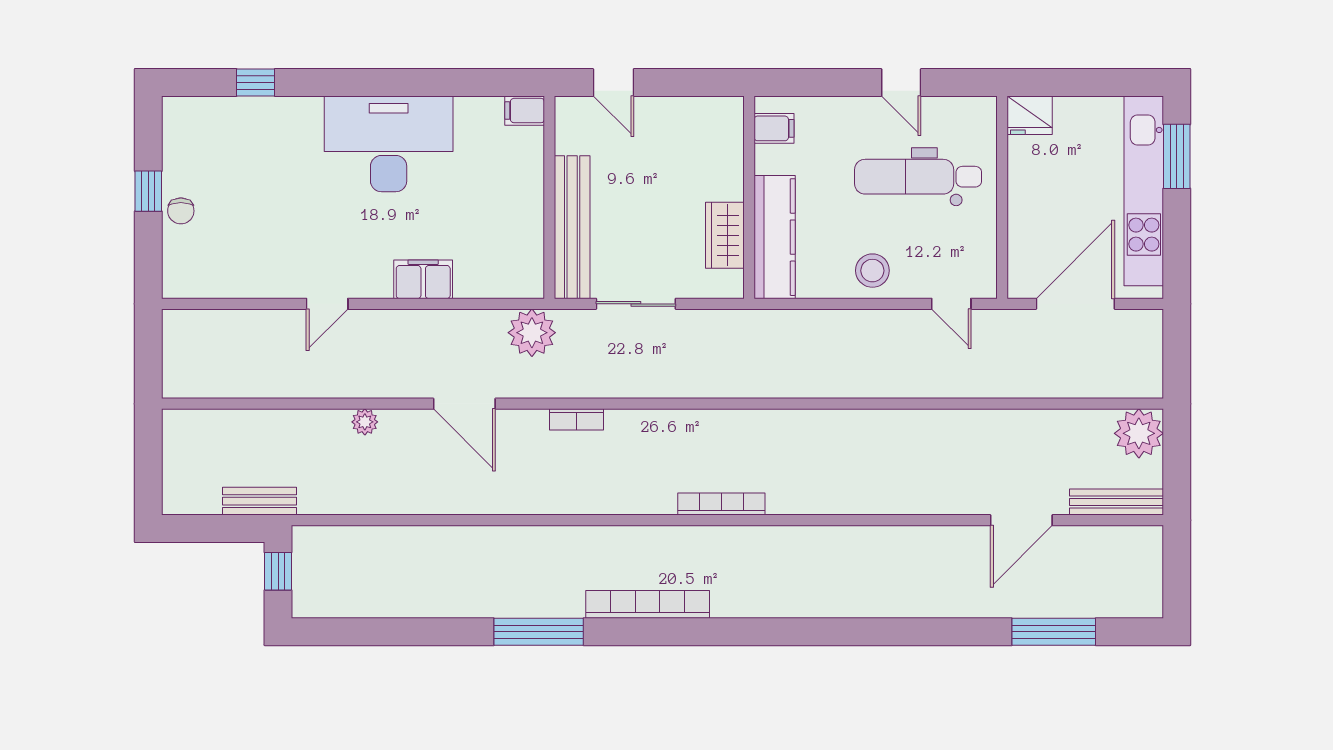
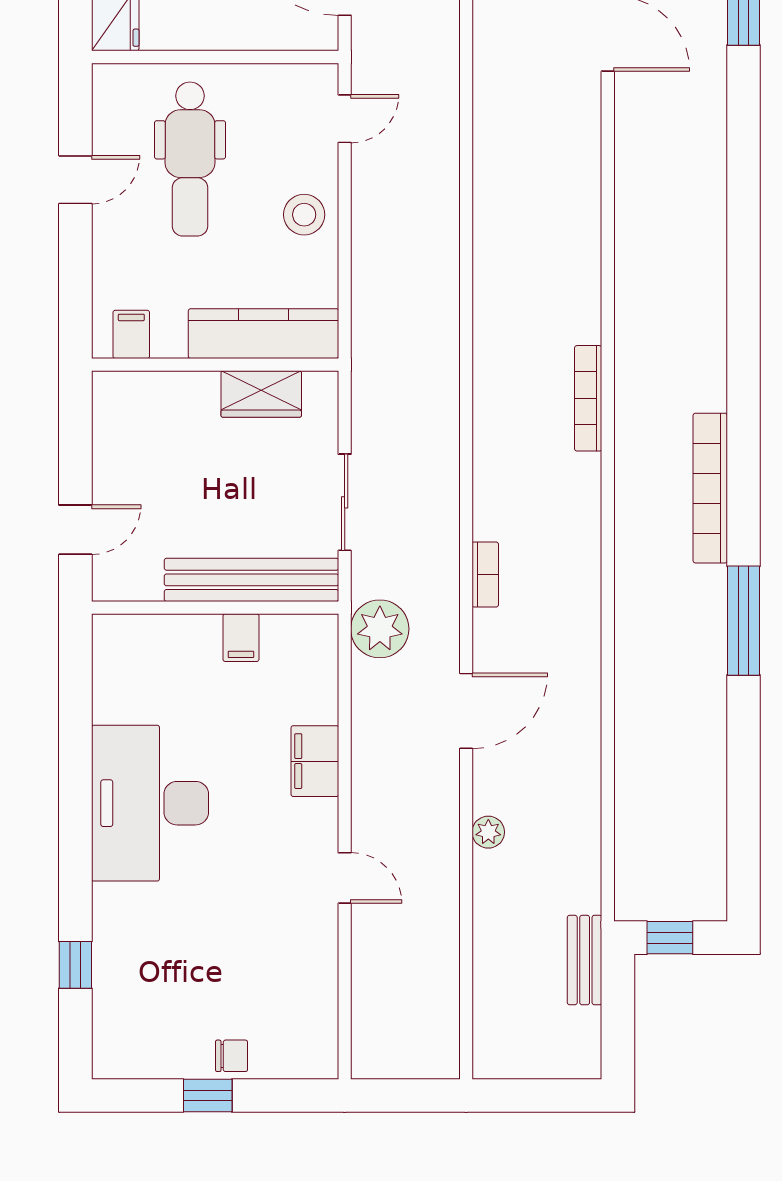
filing cabinet: (525, 111) -> (241, 638), moved

